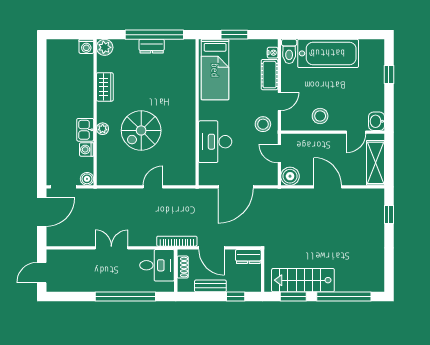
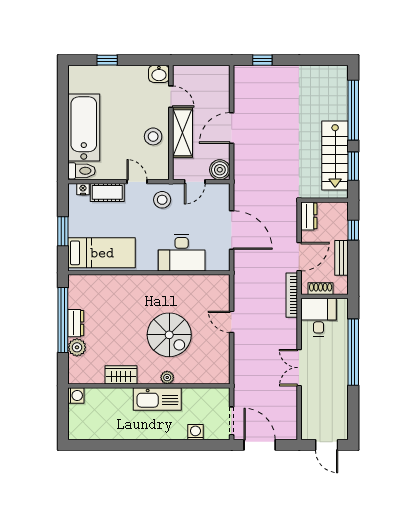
plant: (105, 47) -> (77, 347), moved
kitchen sink: (85, 130) -> (157, 399), width x1.87, depth x1.24
washing machine: (87, 149) -> (195, 432), moved, turned 180
shelving: (375, 163) -> (182, 133), moved, turned 90
boiler: (87, 179) -> (223, 395), removed

